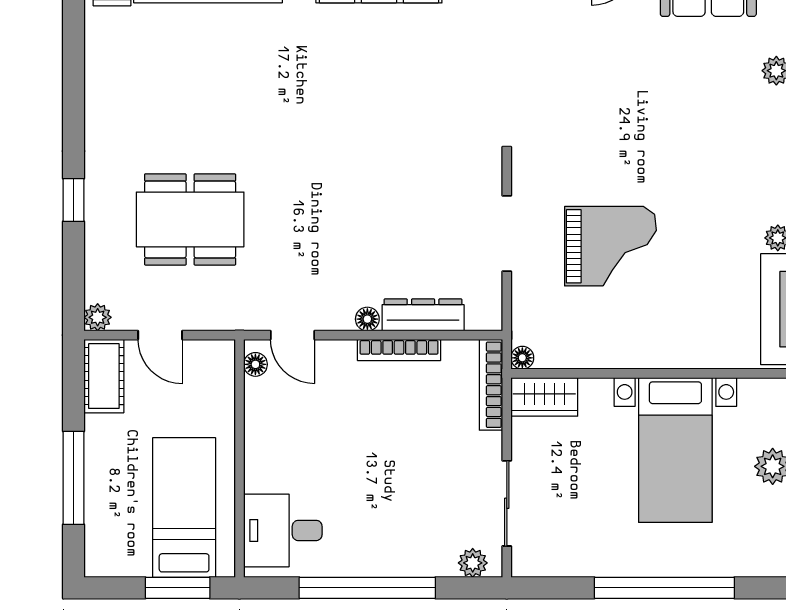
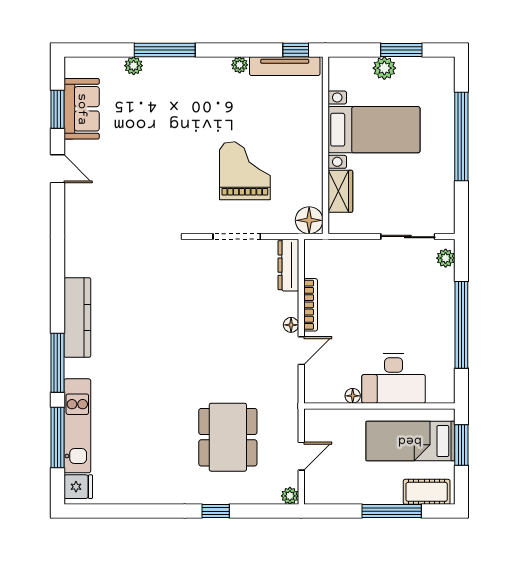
dresser: (423, 315) -> (288, 265), moved
door: (292, 335) -> (301, 351), moved
floor lamp: (522, 358) -> (309, 220), width x1.89, depth x1.89
floor lamp: (255, 364) -> (353, 396), moved
cot: (104, 376) -> (427, 492), moved
bookcase: (491, 385) -> (333, 247), removed
wardrobe: (544, 397) -> (340, 191), moved
desk: (283, 530) -> (394, 378), moved, width x1.37

